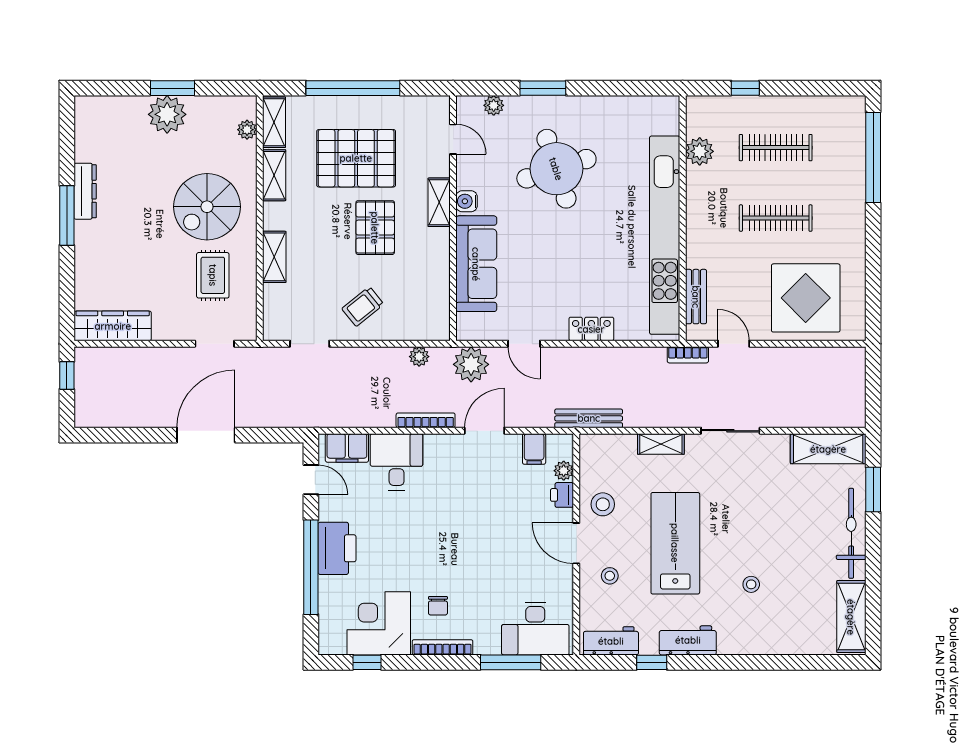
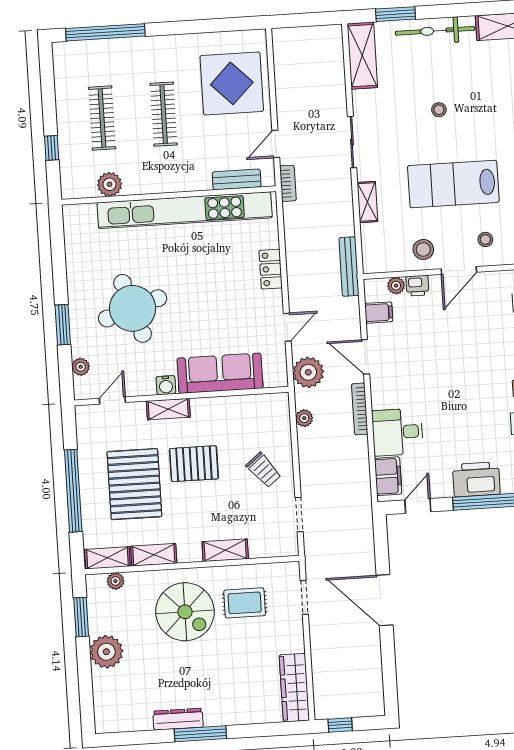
window: (172, 88) -> (81, 617), moved
stool: (751, 584) -> (439, 110), moved

